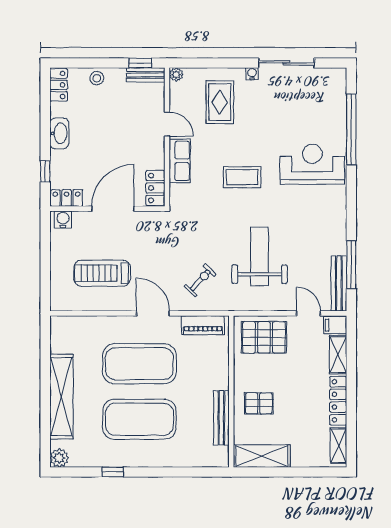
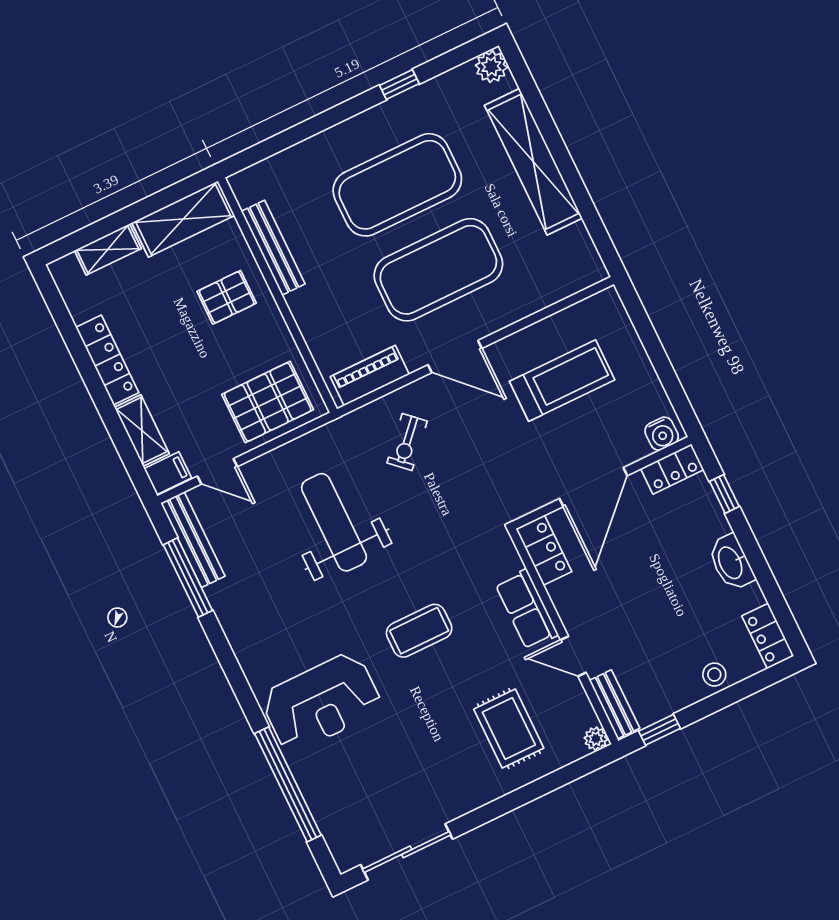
sliding door: (286, 63) -> (407, 852), moved
water cooler: (252, 74) -> (481, 796), removed
bench: (146, 75) -> (614, 704), moved, turned 90
weight bench: (260, 256) -> (334, 522), turned 180
shelving: (339, 446) -> (108, 249), moved, turned 90

